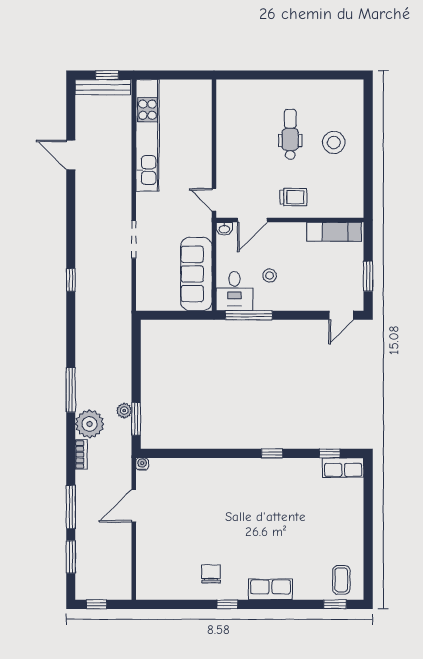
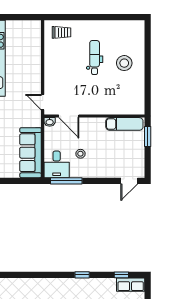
trolley: (293, 197) -> (62, 32), moved
door: (252, 220) -> (69, 116), hinge flipped
window: (368, 276) -> (148, 137), moved

